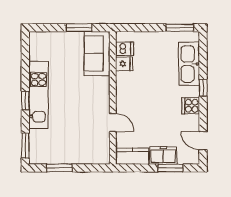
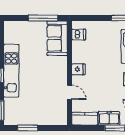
window: (79, 28) -> (43, 18), width x1.44
fridge: (124, 64) -> (78, 69), moved

